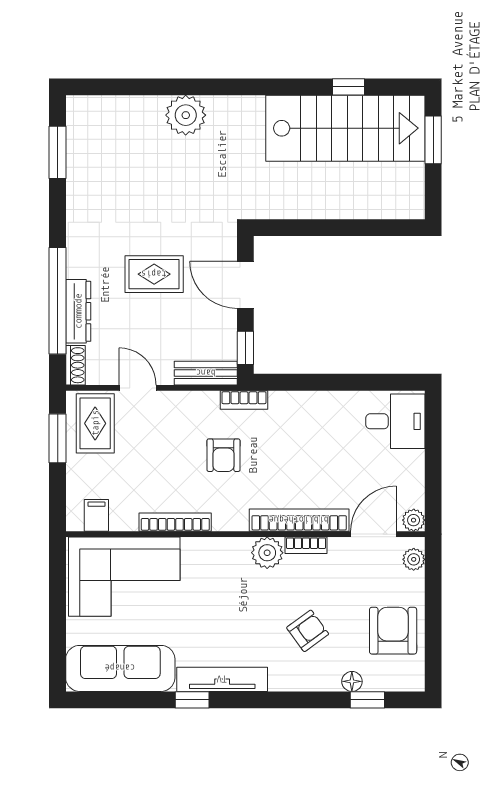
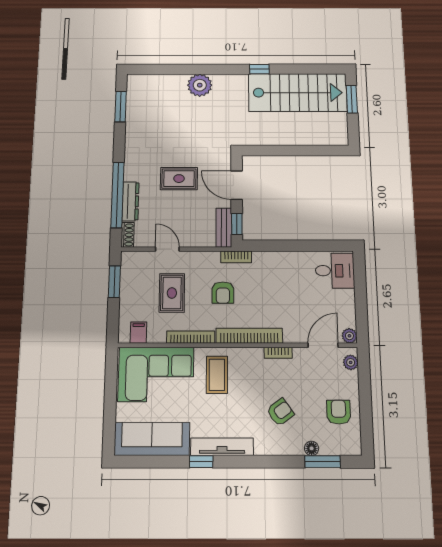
window: (348, 87) -> (259, 69), moved
bench: (206, 373) -> (224, 228), moved, turned 90
rug: (95, 423) -> (172, 293), moved
bookcase: (299, 520) -> (249, 336), moved
plant: (267, 553) -> (252, 358), removed
coffee table: (215, 577) -> (217, 375), added
armchair: (393, 631) -> (339, 412), width x0.72, depth x0.72
window: (367, 700) -> (323, 462), width x1.50

